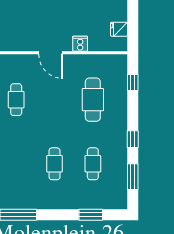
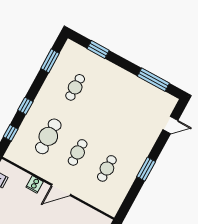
door: (51, 53) -> (61, 190), swing flipped
window: (133, 139) -> (25, 106), moved
cafe table: (55, 164) -> (78, 152), moved

